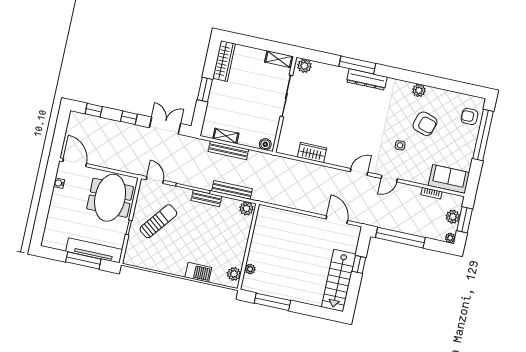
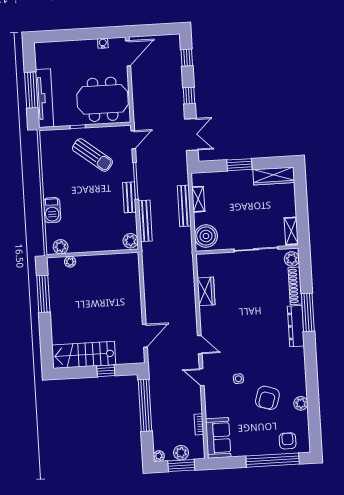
shoe rack: (330, 70) -> (295, 286), added
plant: (419, 90) -> (301, 403), moved
boiler: (265, 144) -> (206, 236), width x1.86, depth x1.86

